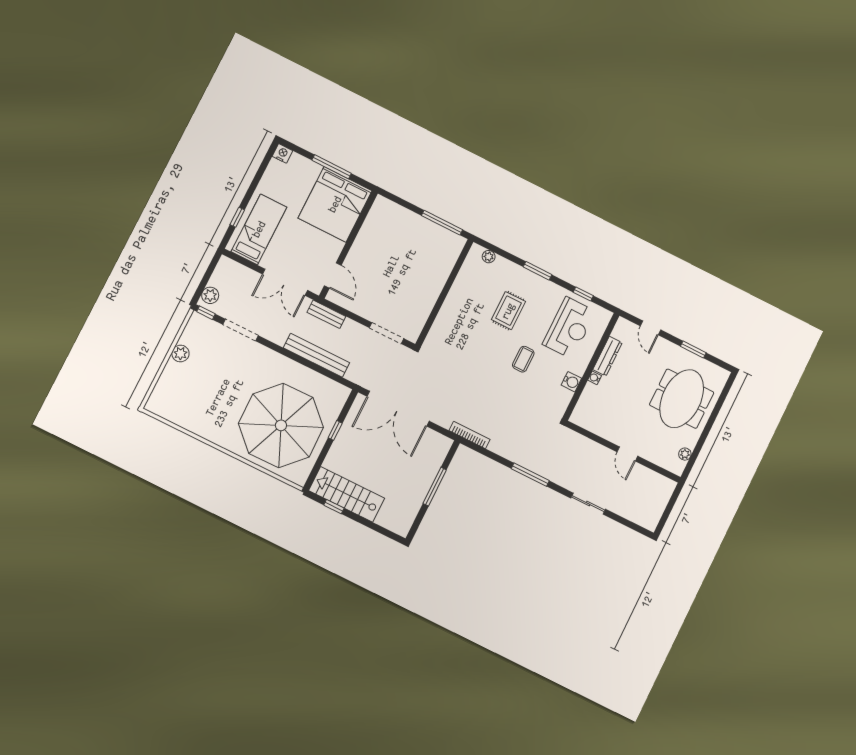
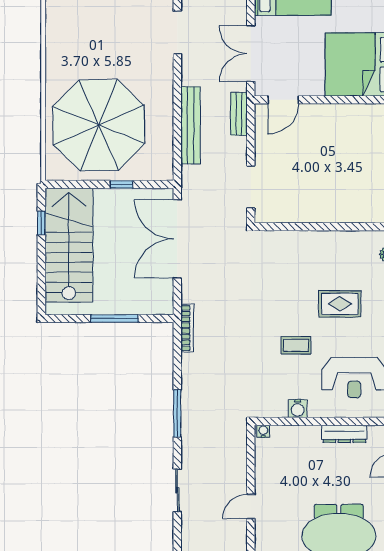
water cooler: (595, 378) -> (263, 431), moved
stairs: (347, 494) -> (69, 245), width x1.36, depth x1.51

